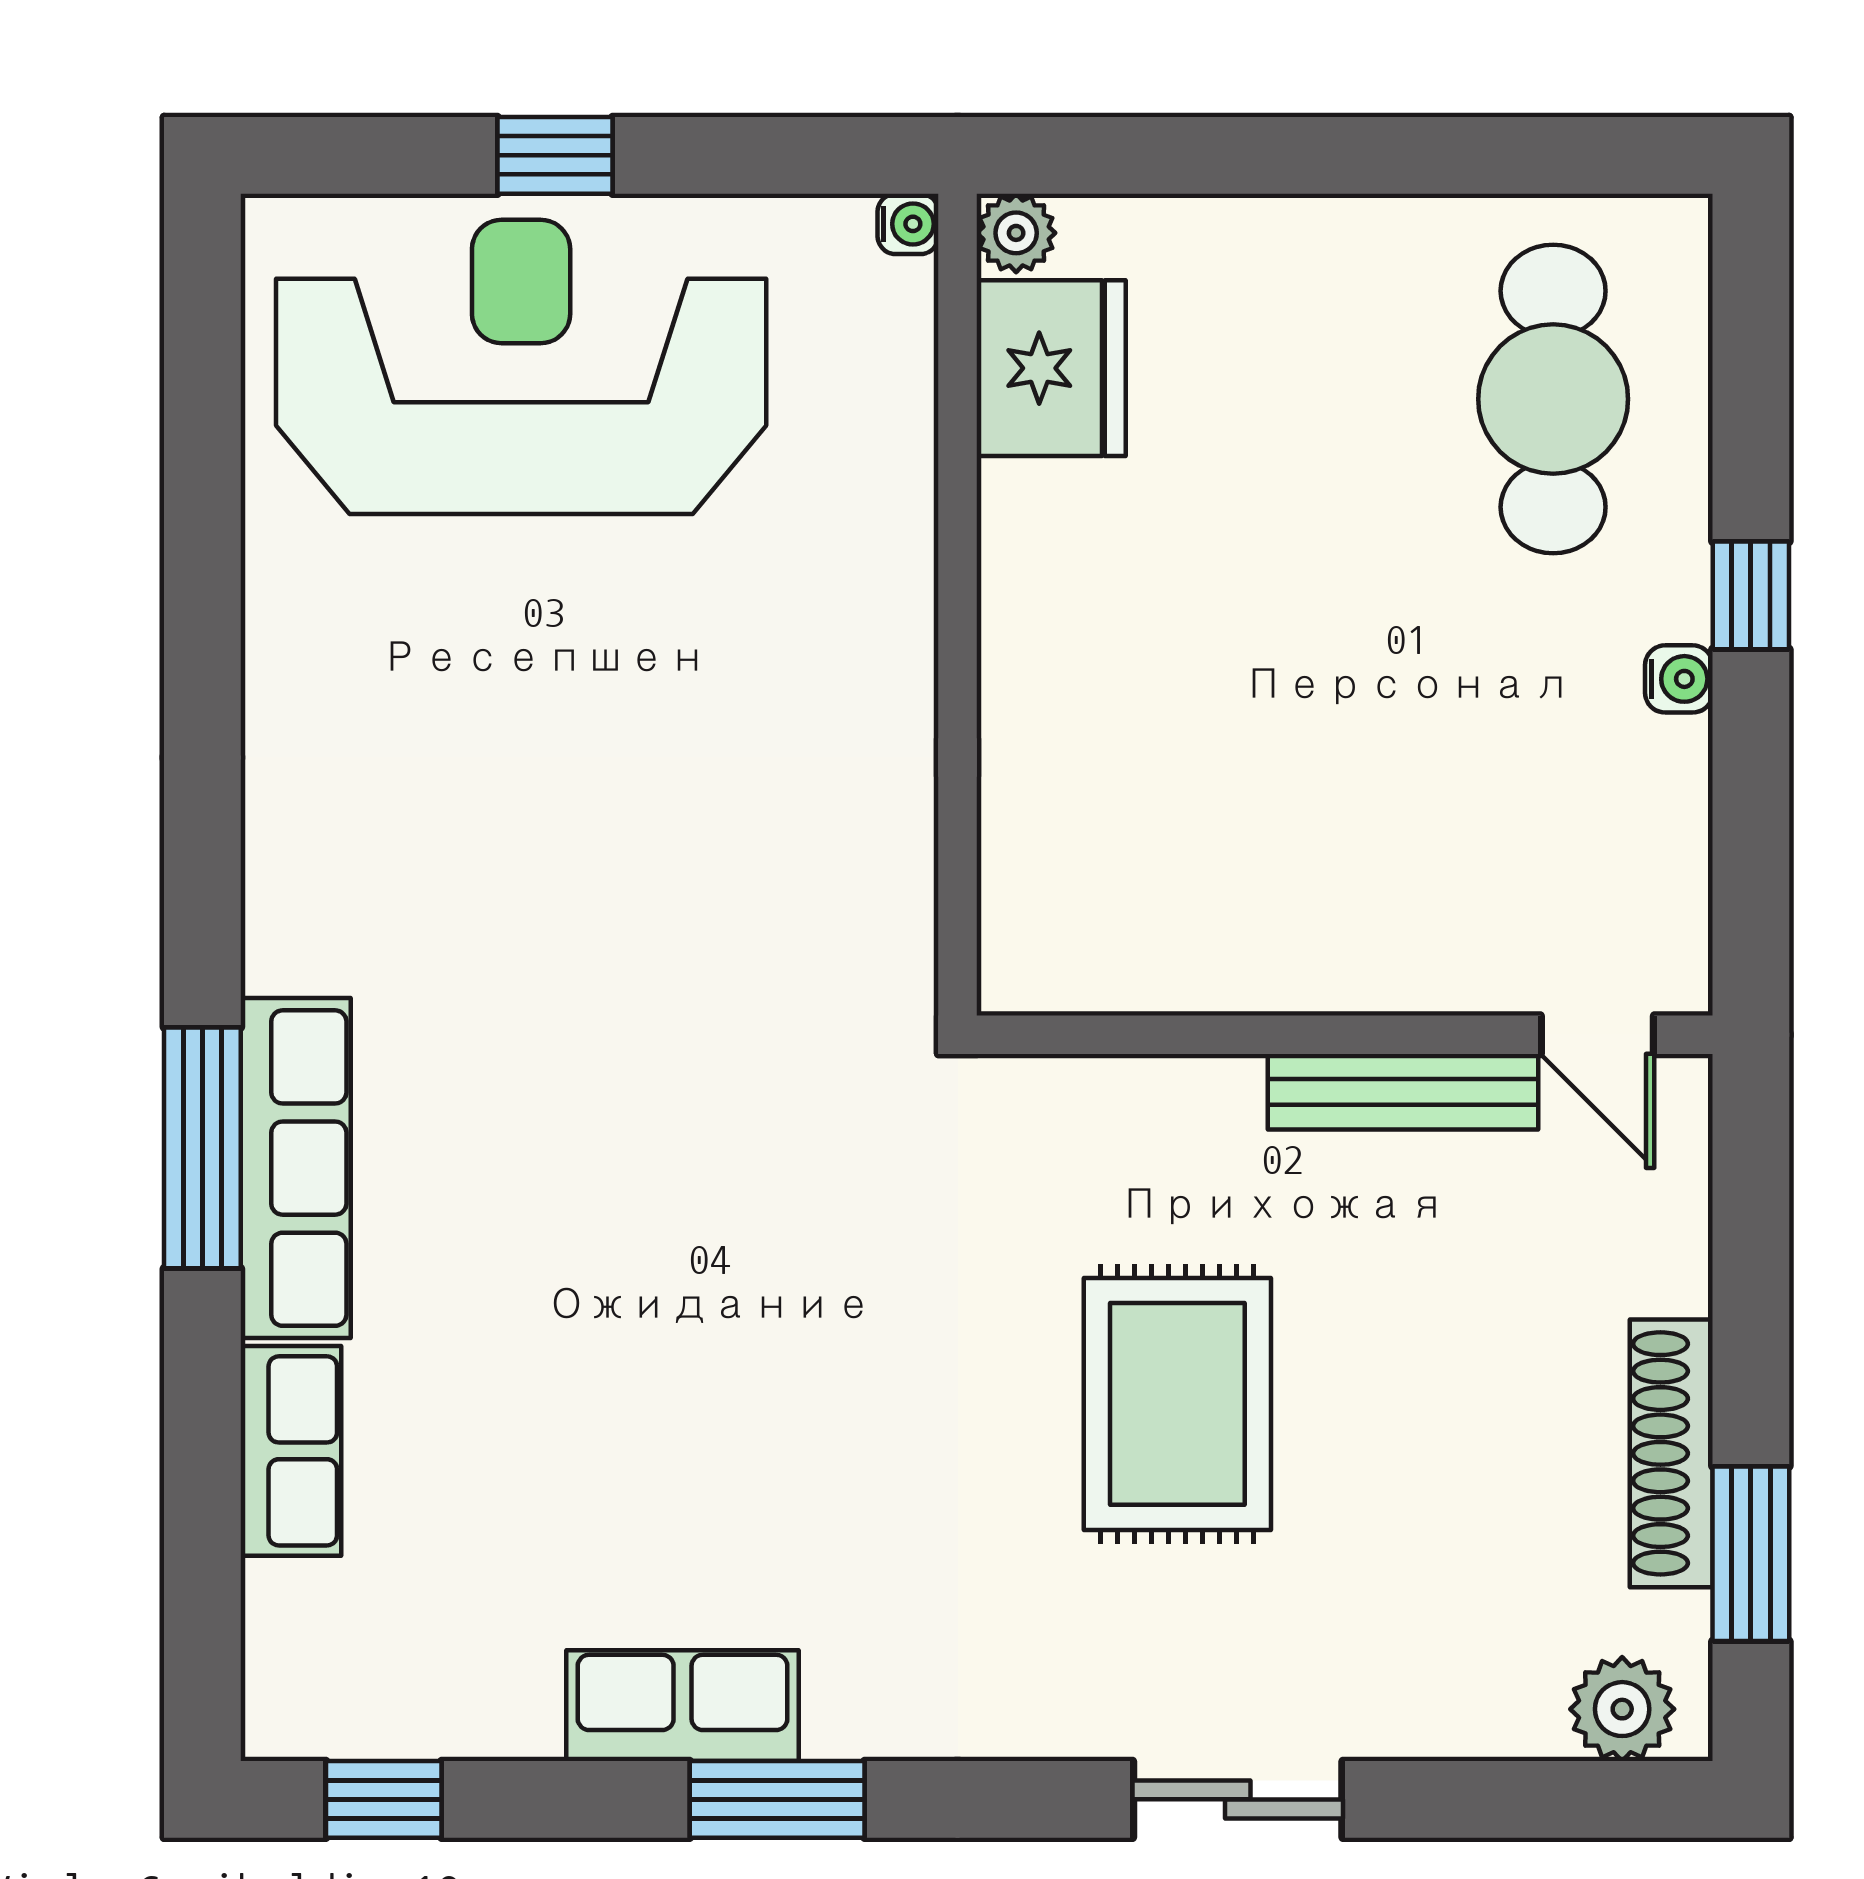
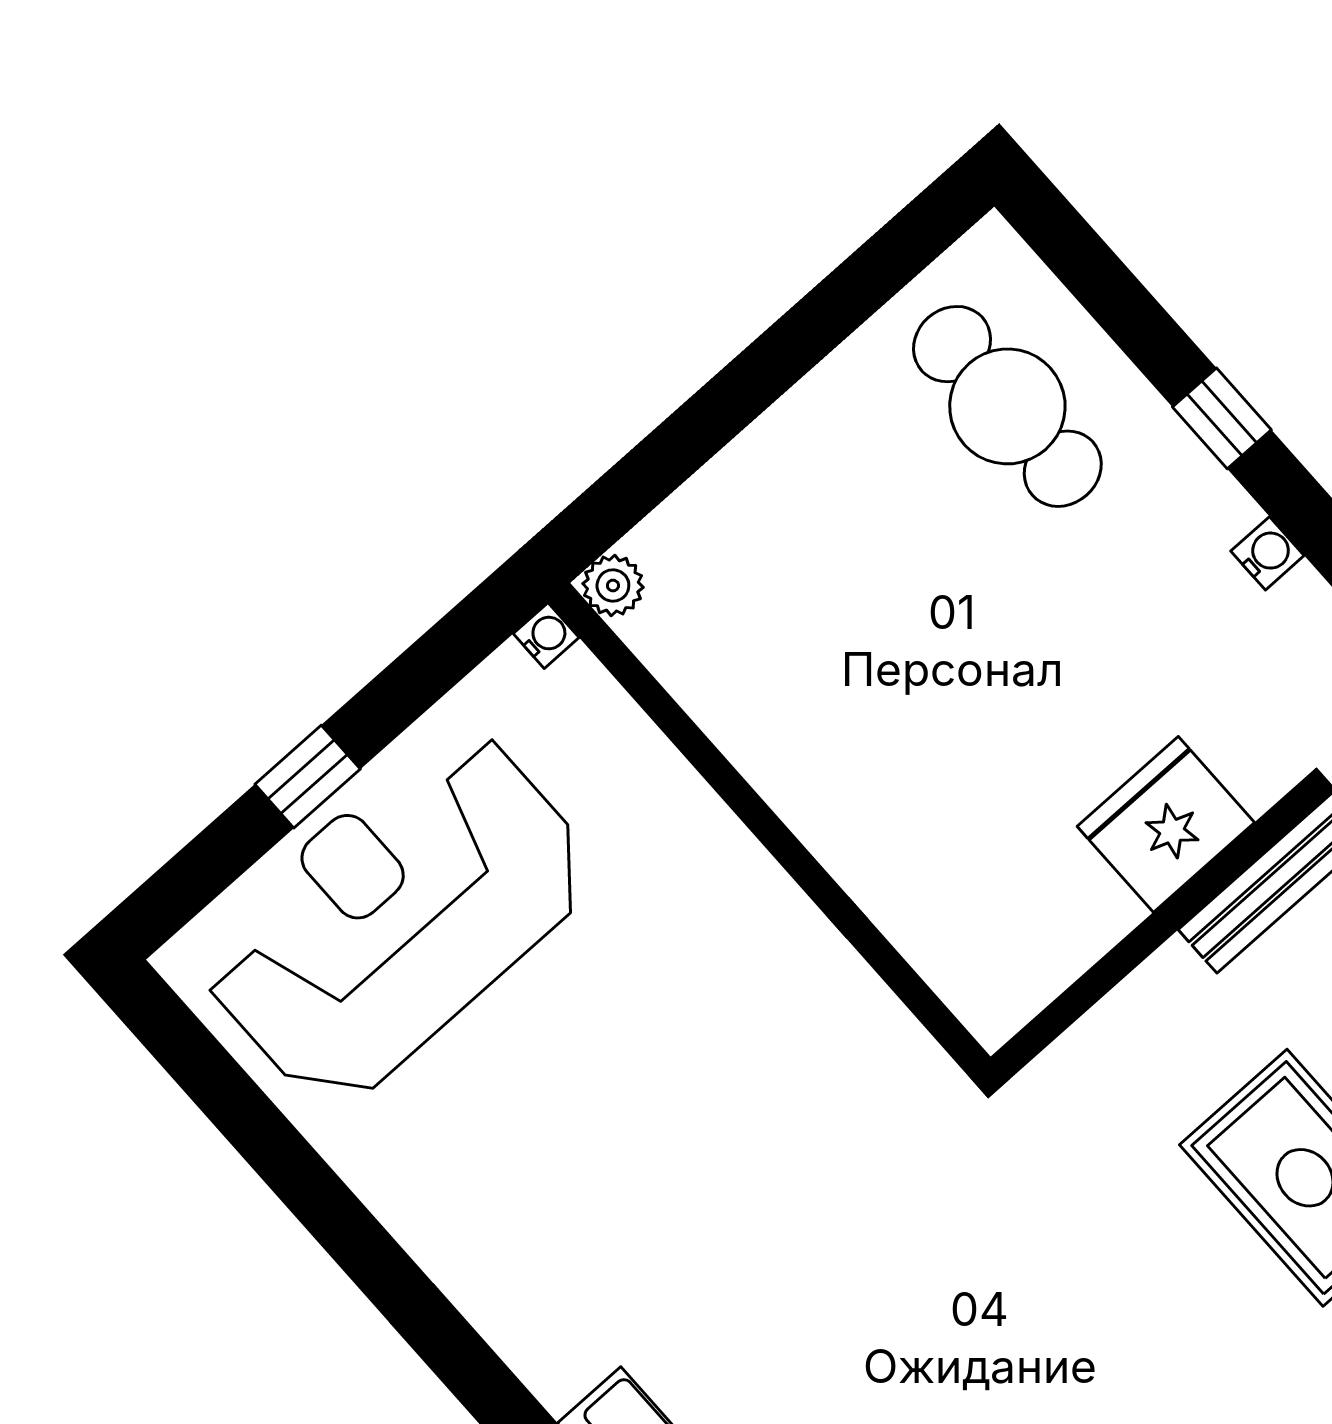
fridge: (1051, 368) -> (1166, 824), moved, turned -90
water cooler: (1679, 679) -> (1267, 553), moved

